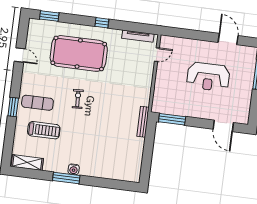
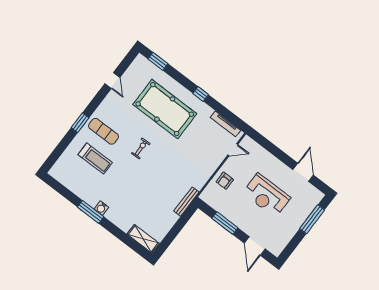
armchair: (165, 85) -> (225, 181), added
window: (172, 119) -> (225, 223), moved
shelving: (27, 162) -> (143, 239), moved

